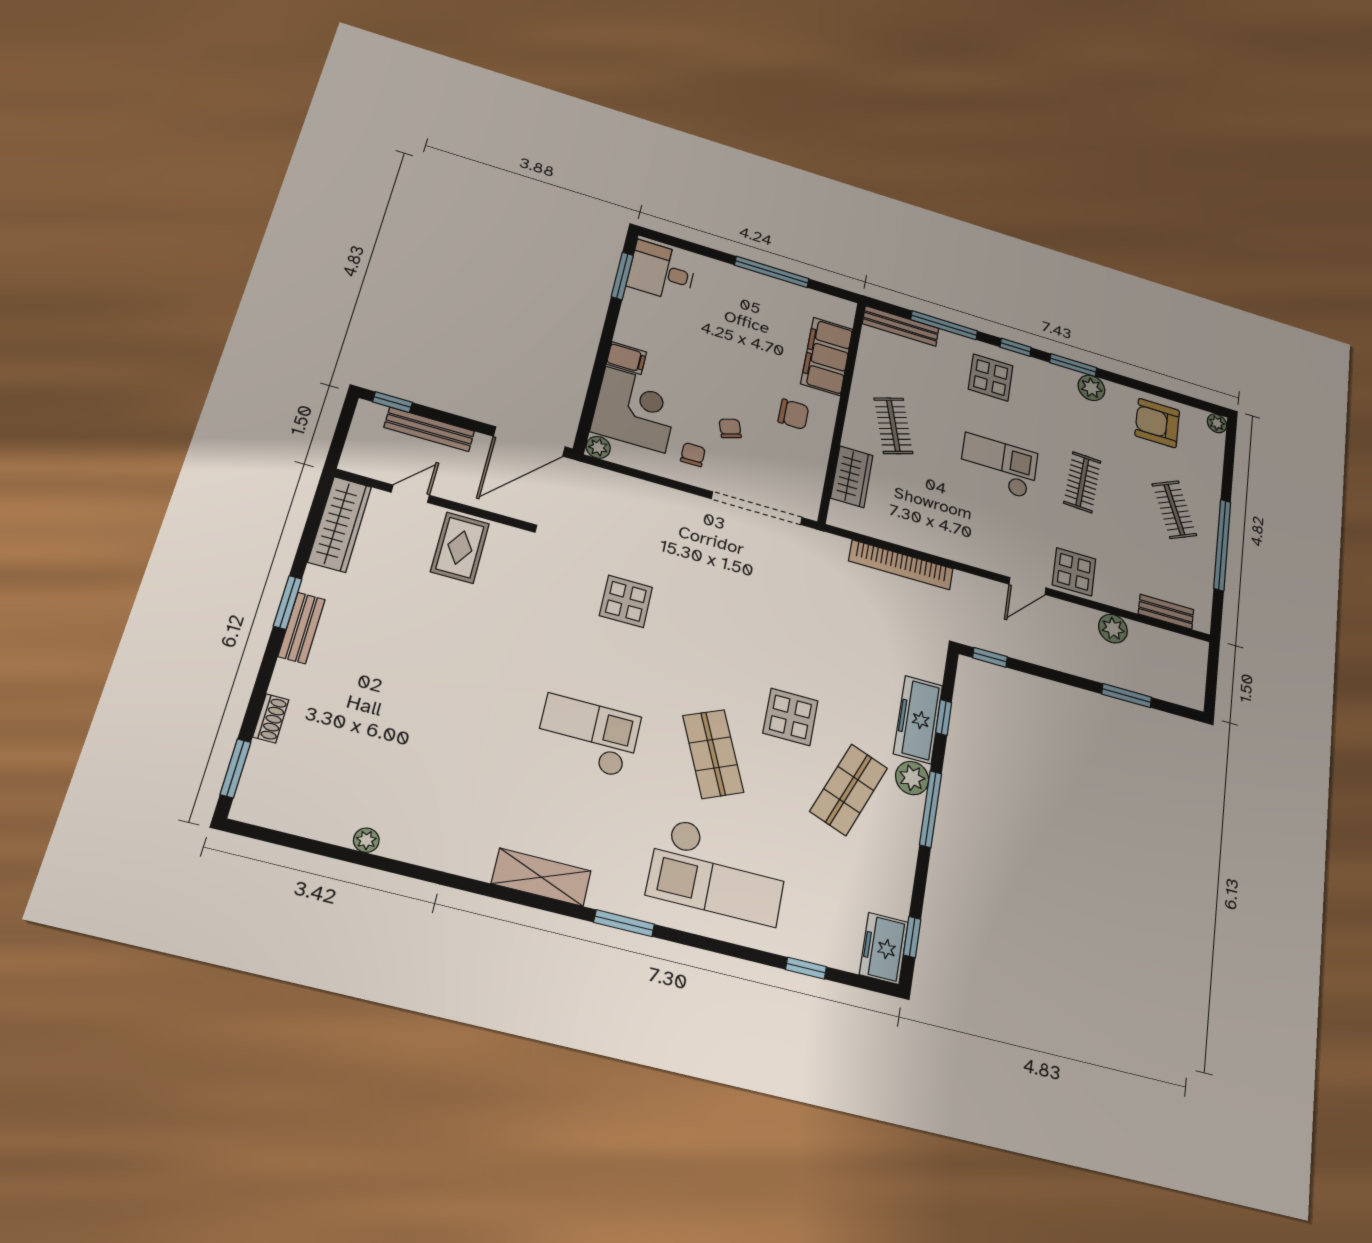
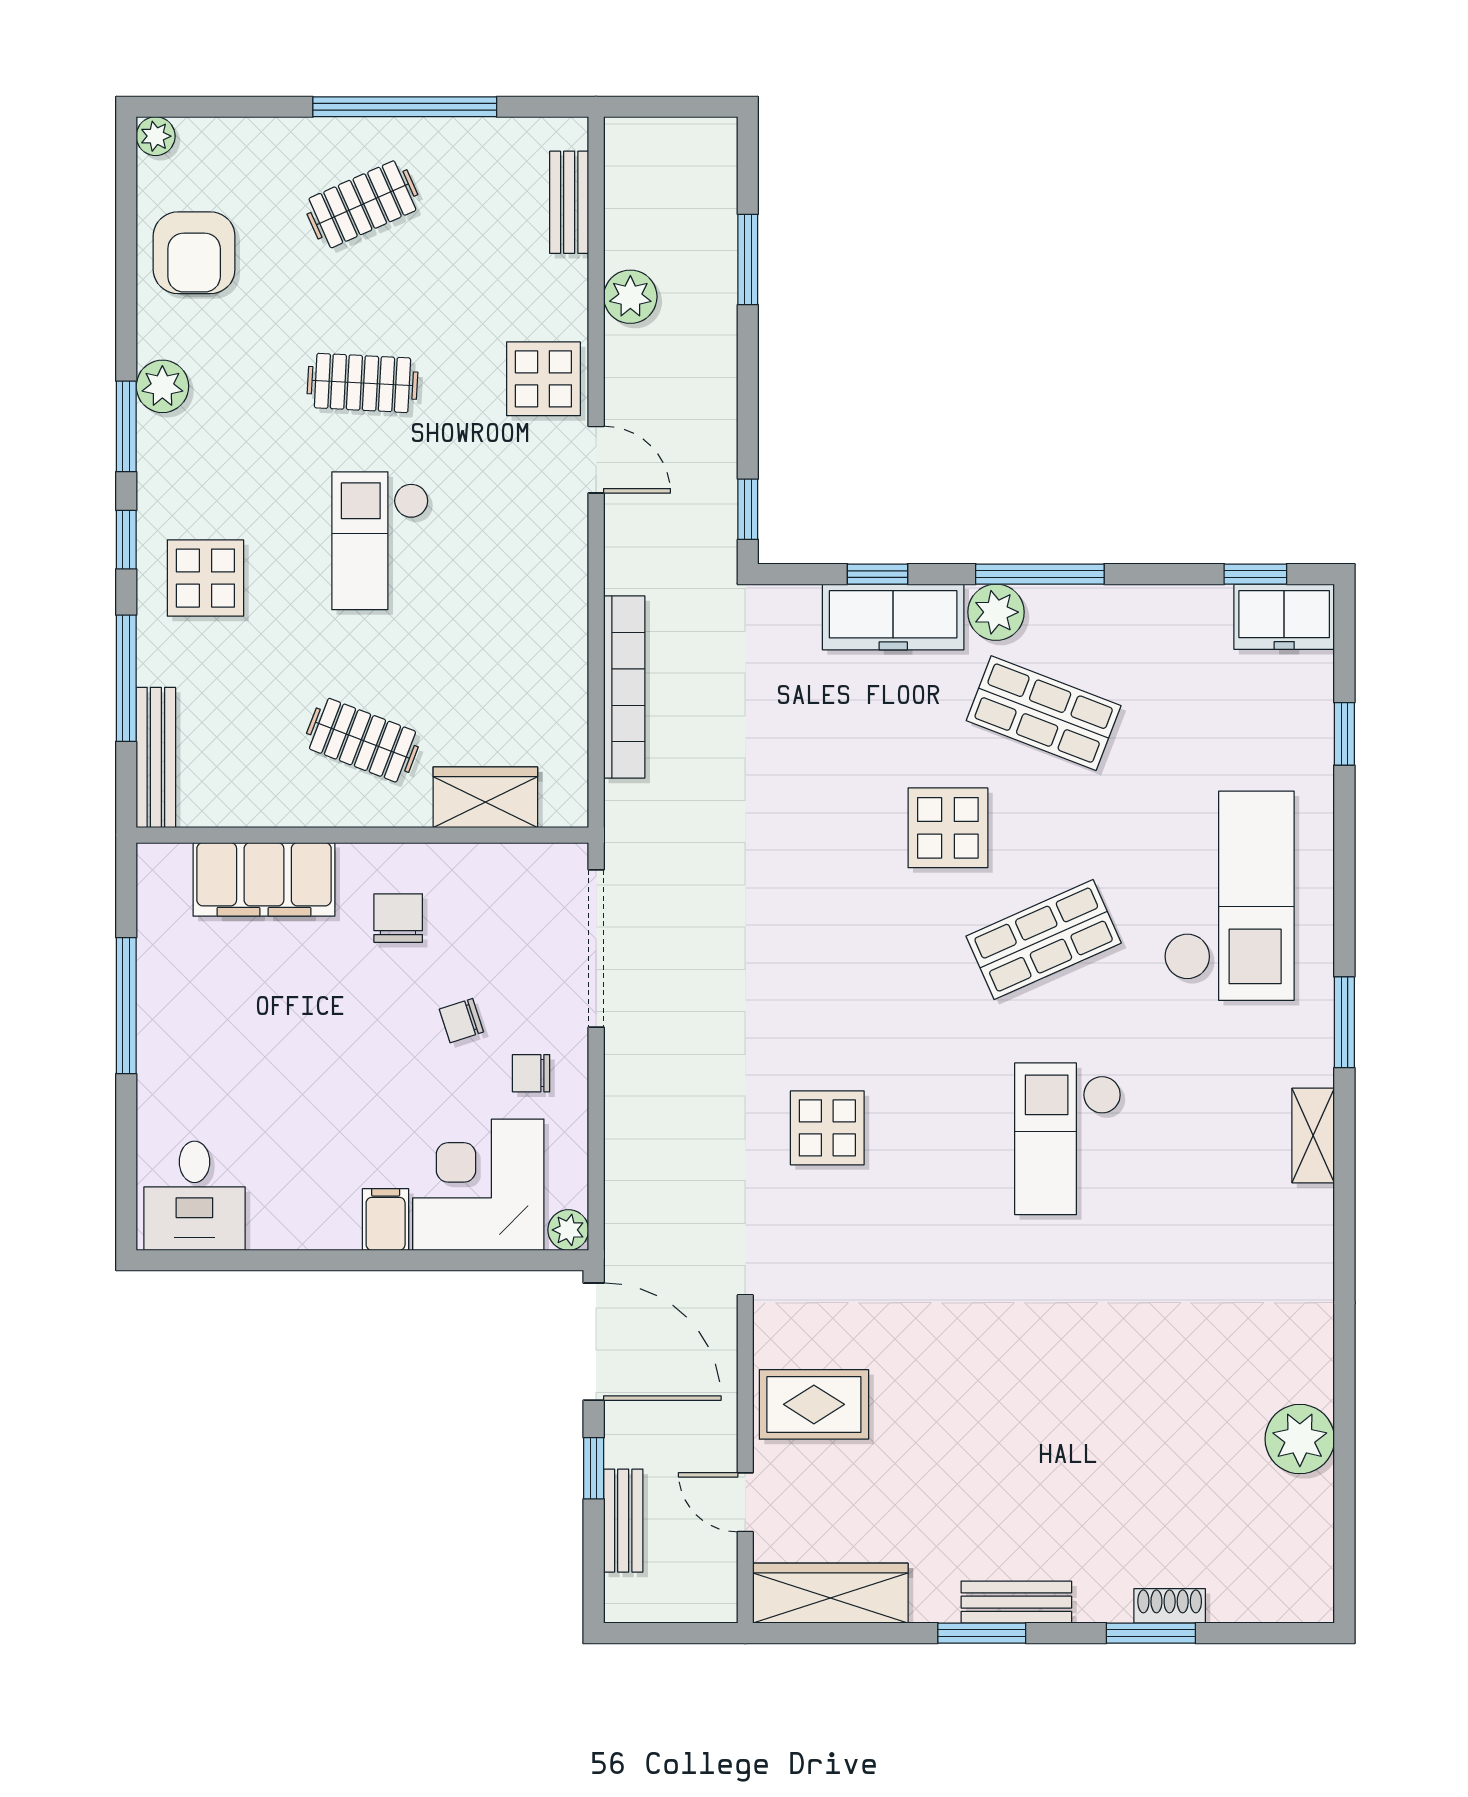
window: (622, 276) -> (228, 1260), removed
window: (392, 402) -> (594, 1468), moved
clothes rail: (893, 426) -> (362, 740), turned 39
bench: (429, 429) -> (623, 1521), width x0.73
window: (235, 768) -> (1151, 1633), moved
plant: (366, 840) -> (1300, 1439), width x1.87, depth x1.87
shelving: (541, 877) -> (1313, 1136), width x0.67, depth x0.75

